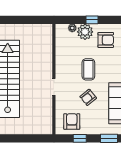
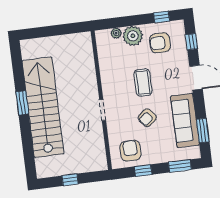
window: (92, 20) -> (162, 17), moved
armchair: (106, 40) -> (160, 43), turned 180
window: (22, 138) -> (70, 180), added

